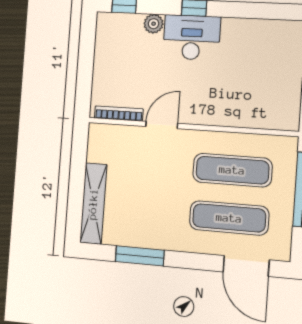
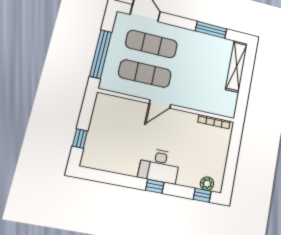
plant: (154, 24) -> (207, 184), moved
door: (162, 125) -> (160, 104), moved

